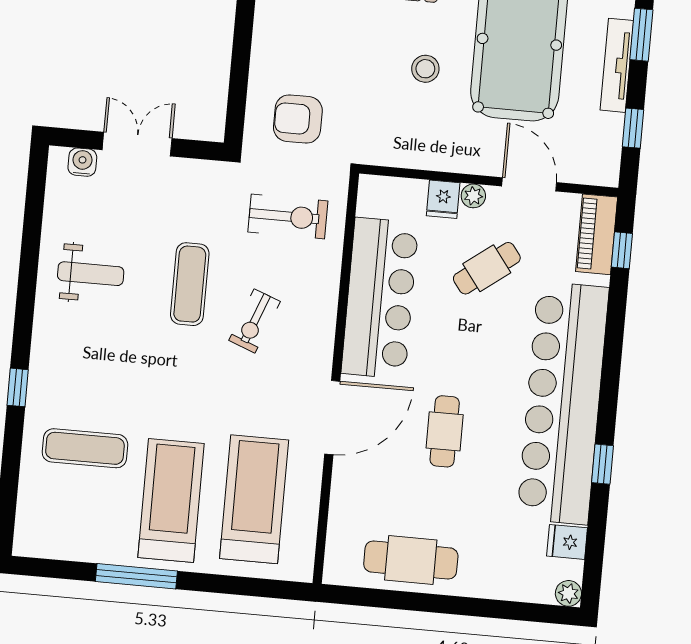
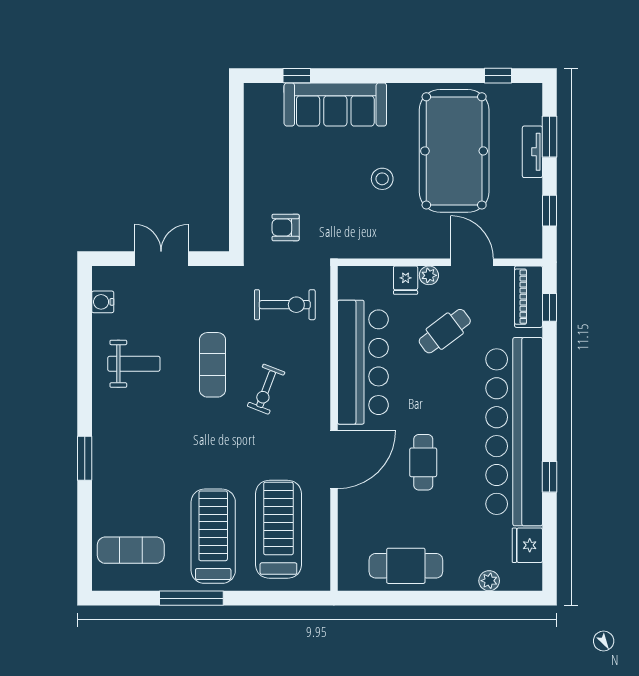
tv unit: (617, 65) -> (532, 152), width x0.71
armchair: (298, 119) -> (286, 227), width x0.72, depth x0.72
water cooler: (82, 162) -> (103, 302), moved, turned -90
window: (18, 387) -> (85, 458), width x1.50
exercise mat: (85, 448) -> (131, 550), moved
fridge: (567, 542) -> (527, 545), width x1.38
plant: (568, 593) -> (489, 581), moved

